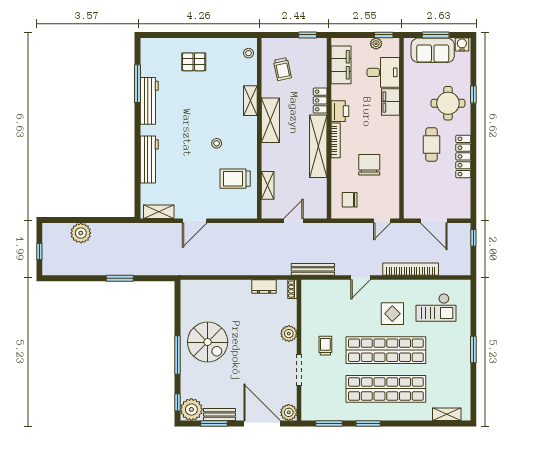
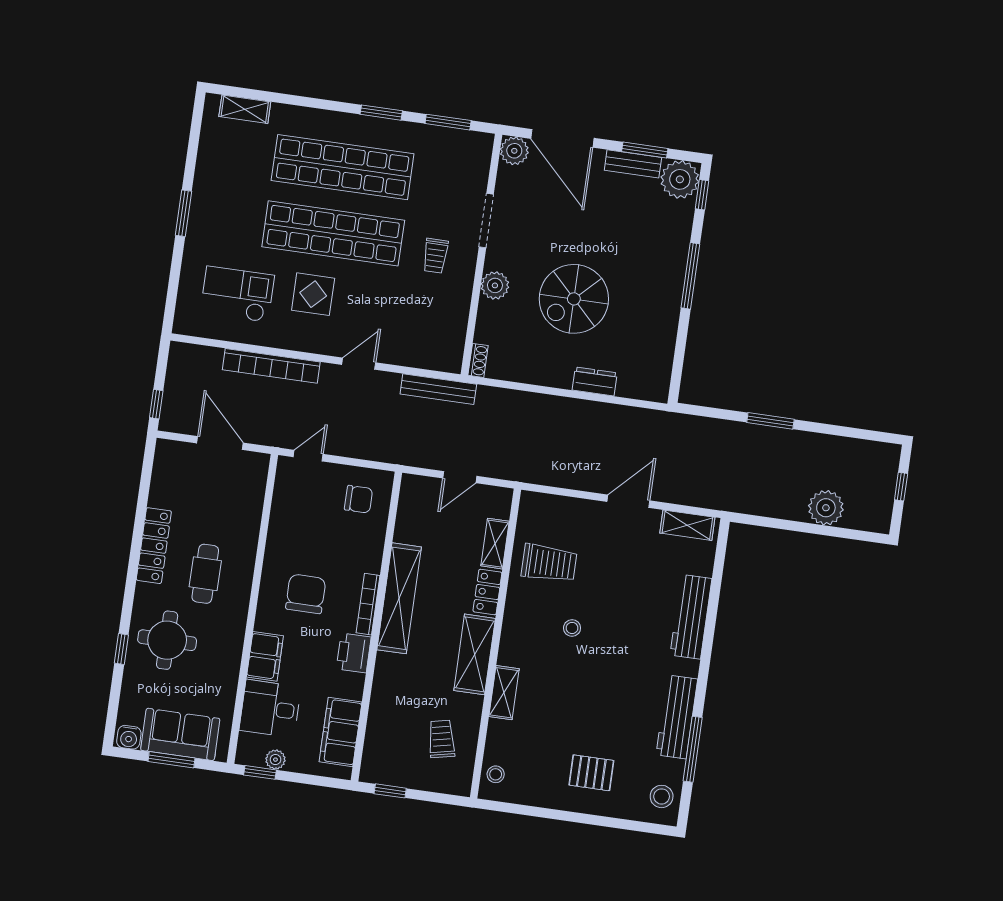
stool: (151, 54) -> (662, 796), added
locker: (320, 100) -> (487, 592), moved, turned 180
chair: (369, 165) -> (306, 594), moved, turned 180
dresser: (264, 287) -> (595, 381), moved
spiral stairs: (208, 342) -> (574, 299), moved, turned -90

